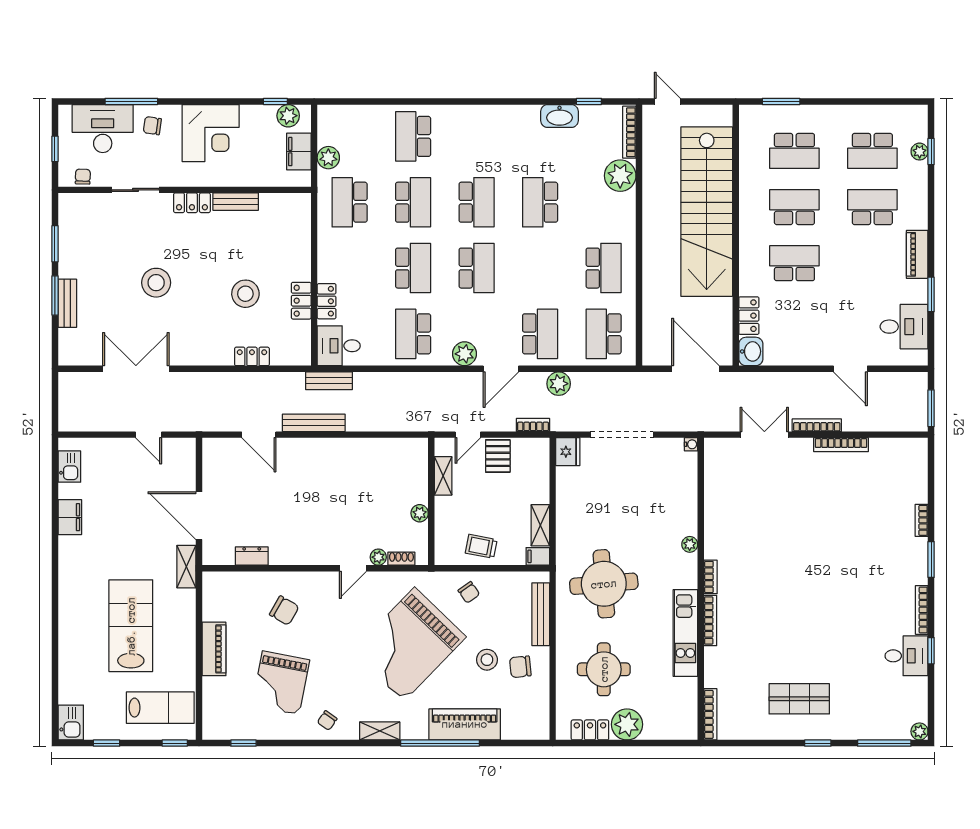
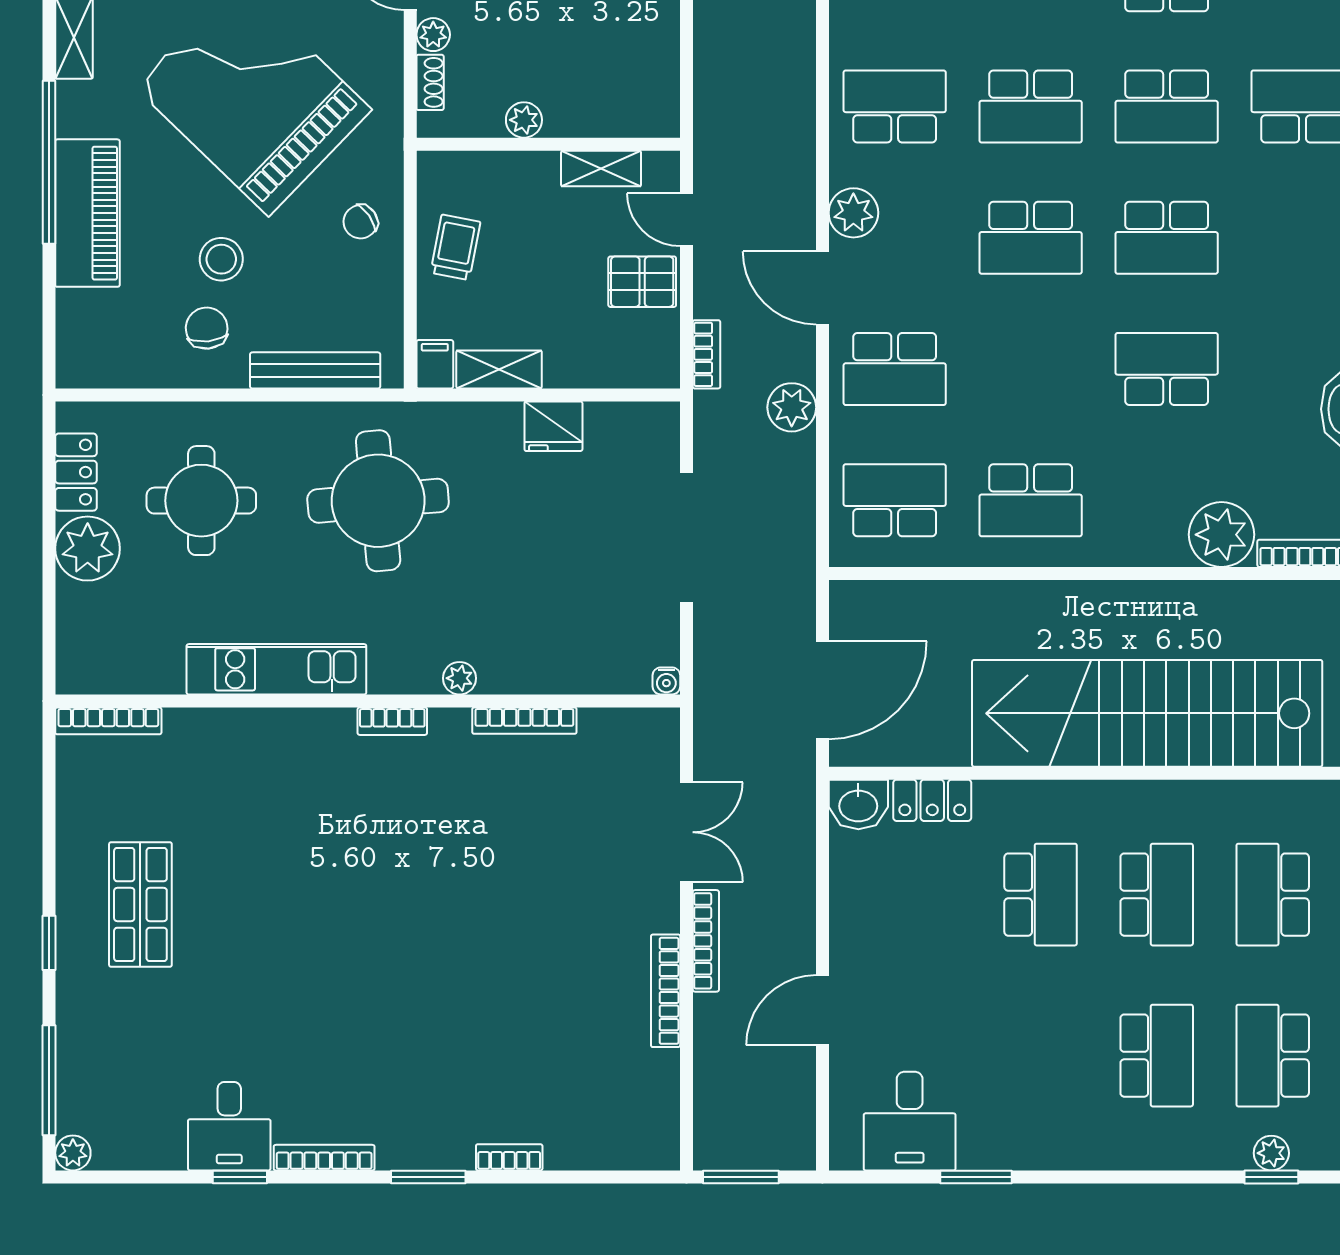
piano: (917, 254) -> (1059, 1148), removed
fridge: (568, 452) -> (553, 426), moved
bookcase: (710, 621) -> (524, 721), moved

